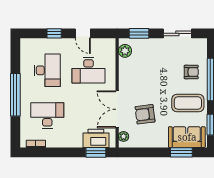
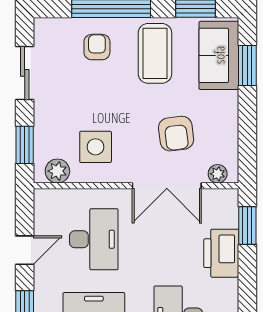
side table: (138, 71) -> (96, 147), added
printer: (96, 138) -> (221, 253), moved

